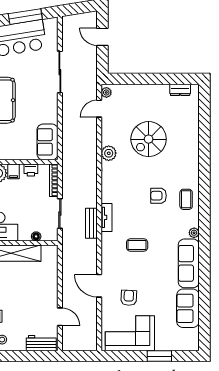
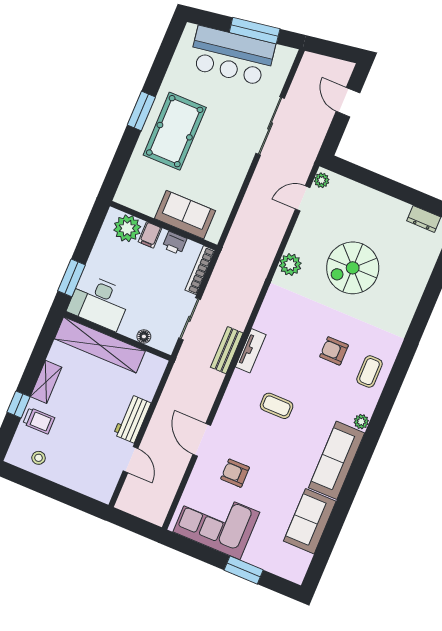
sofa: (48, 142) -> (185, 215), moved, turned 90
armchair: (129, 298) -> (235, 473), turned -93
workbench: (41, 343) -> (132, 419), moved, turned -90

